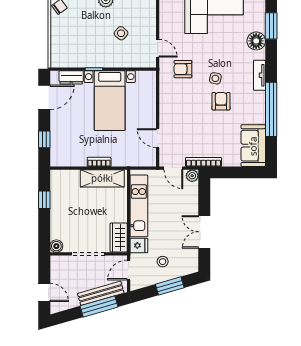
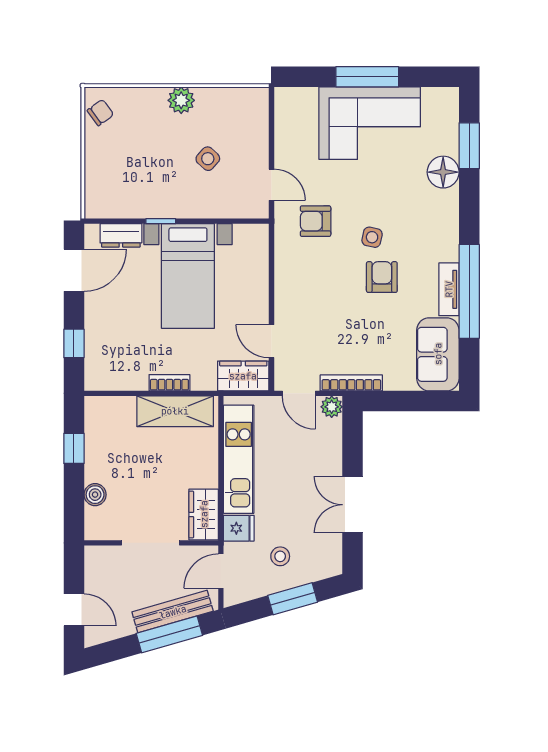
tv unit: (260, 75) -> (449, 289), moved
wardrobe: (141, 158) -> (243, 376), added
boiler: (56, 246) -> (95, 495), moved

